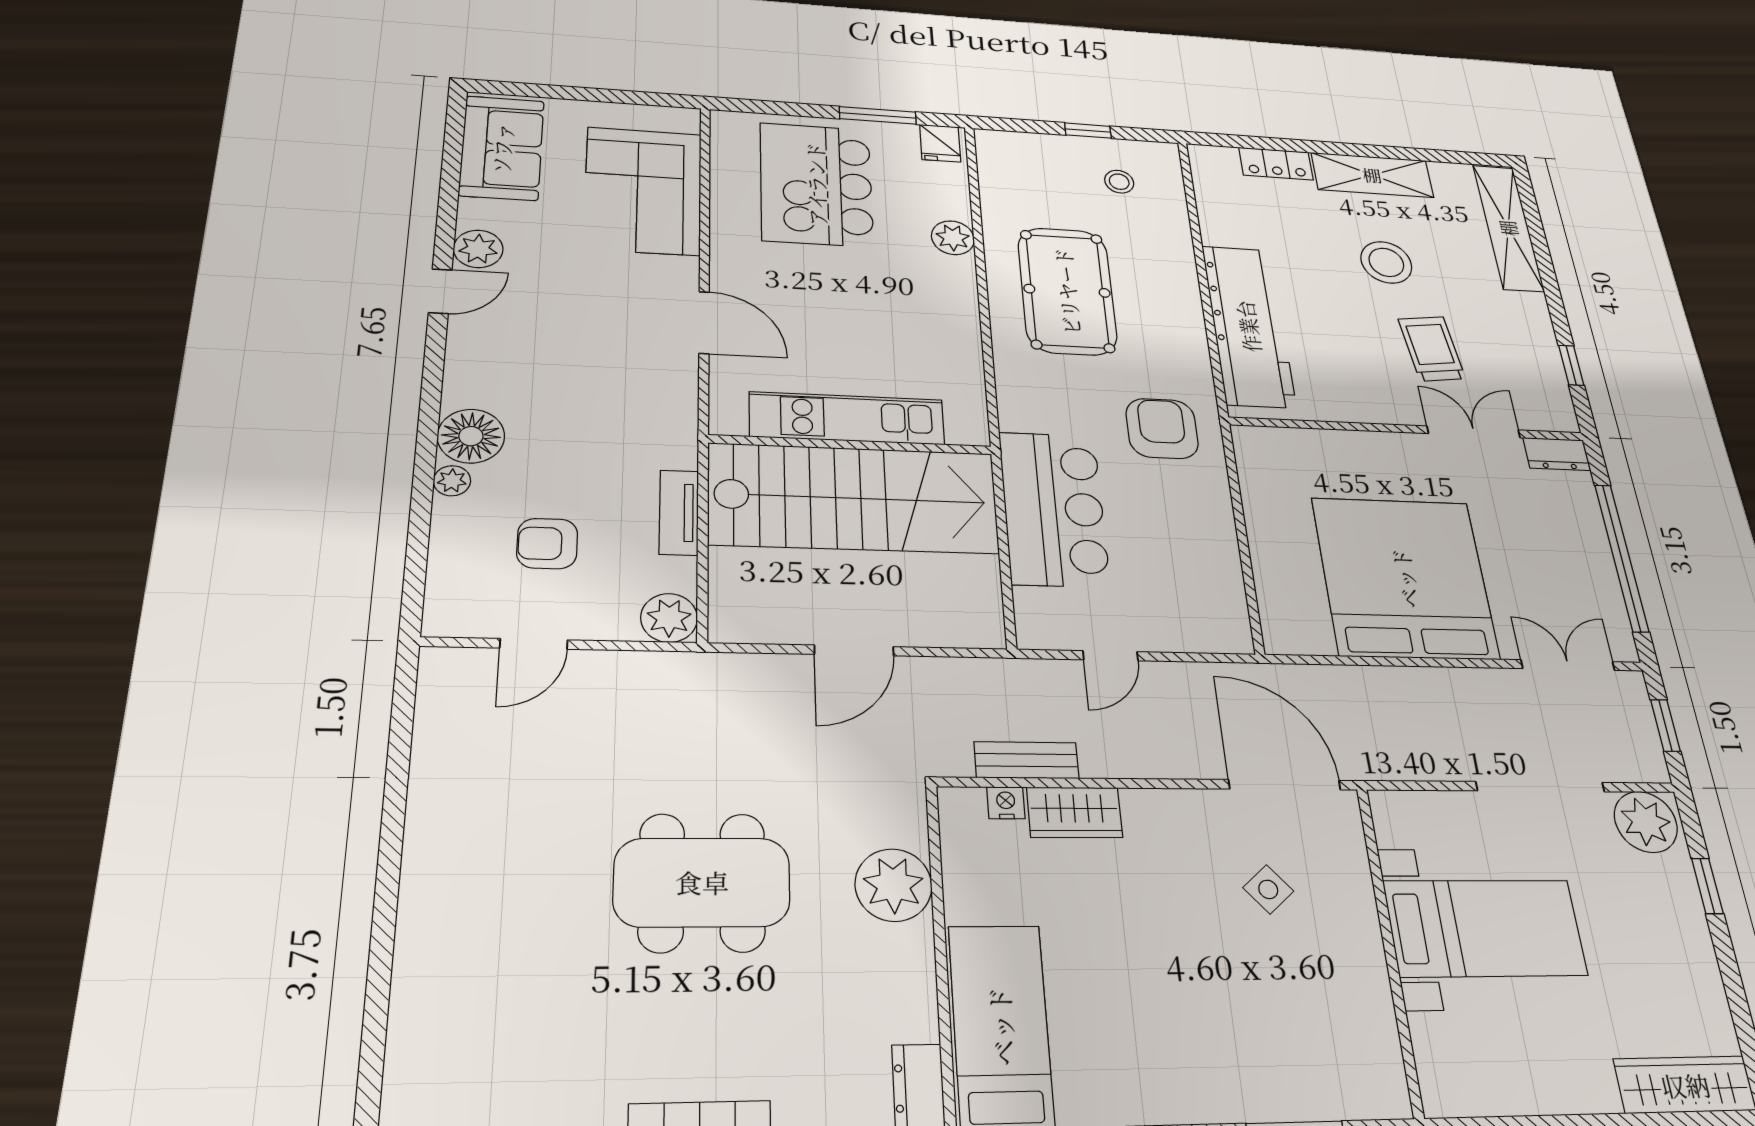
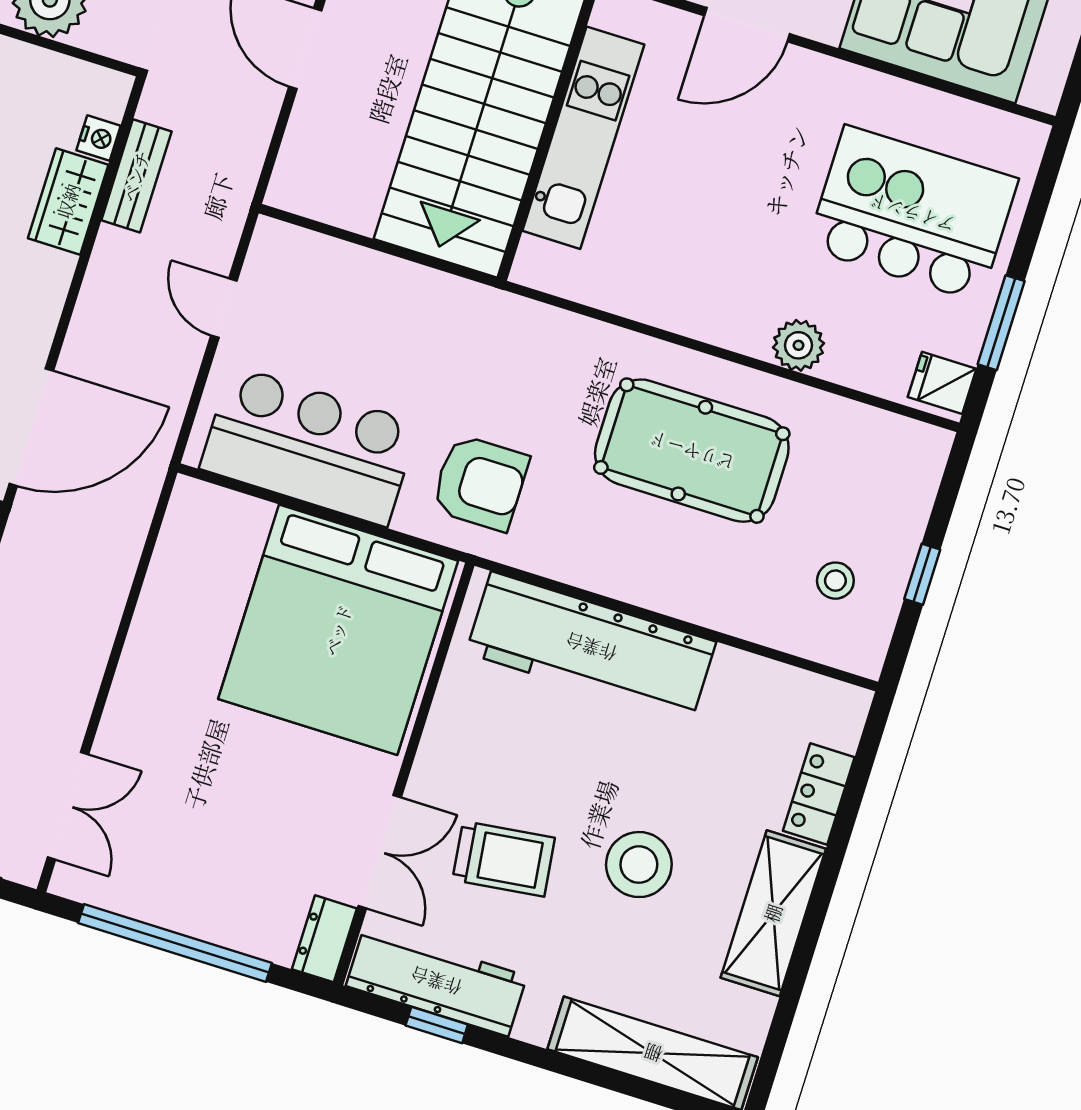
workbench: (1542, 373) -> (436, 981), added
bar counter: (1054, 509) -> (309, 446), moved, turned 180
bed: (1405, 578) -> (338, 630), moved, turned 90

